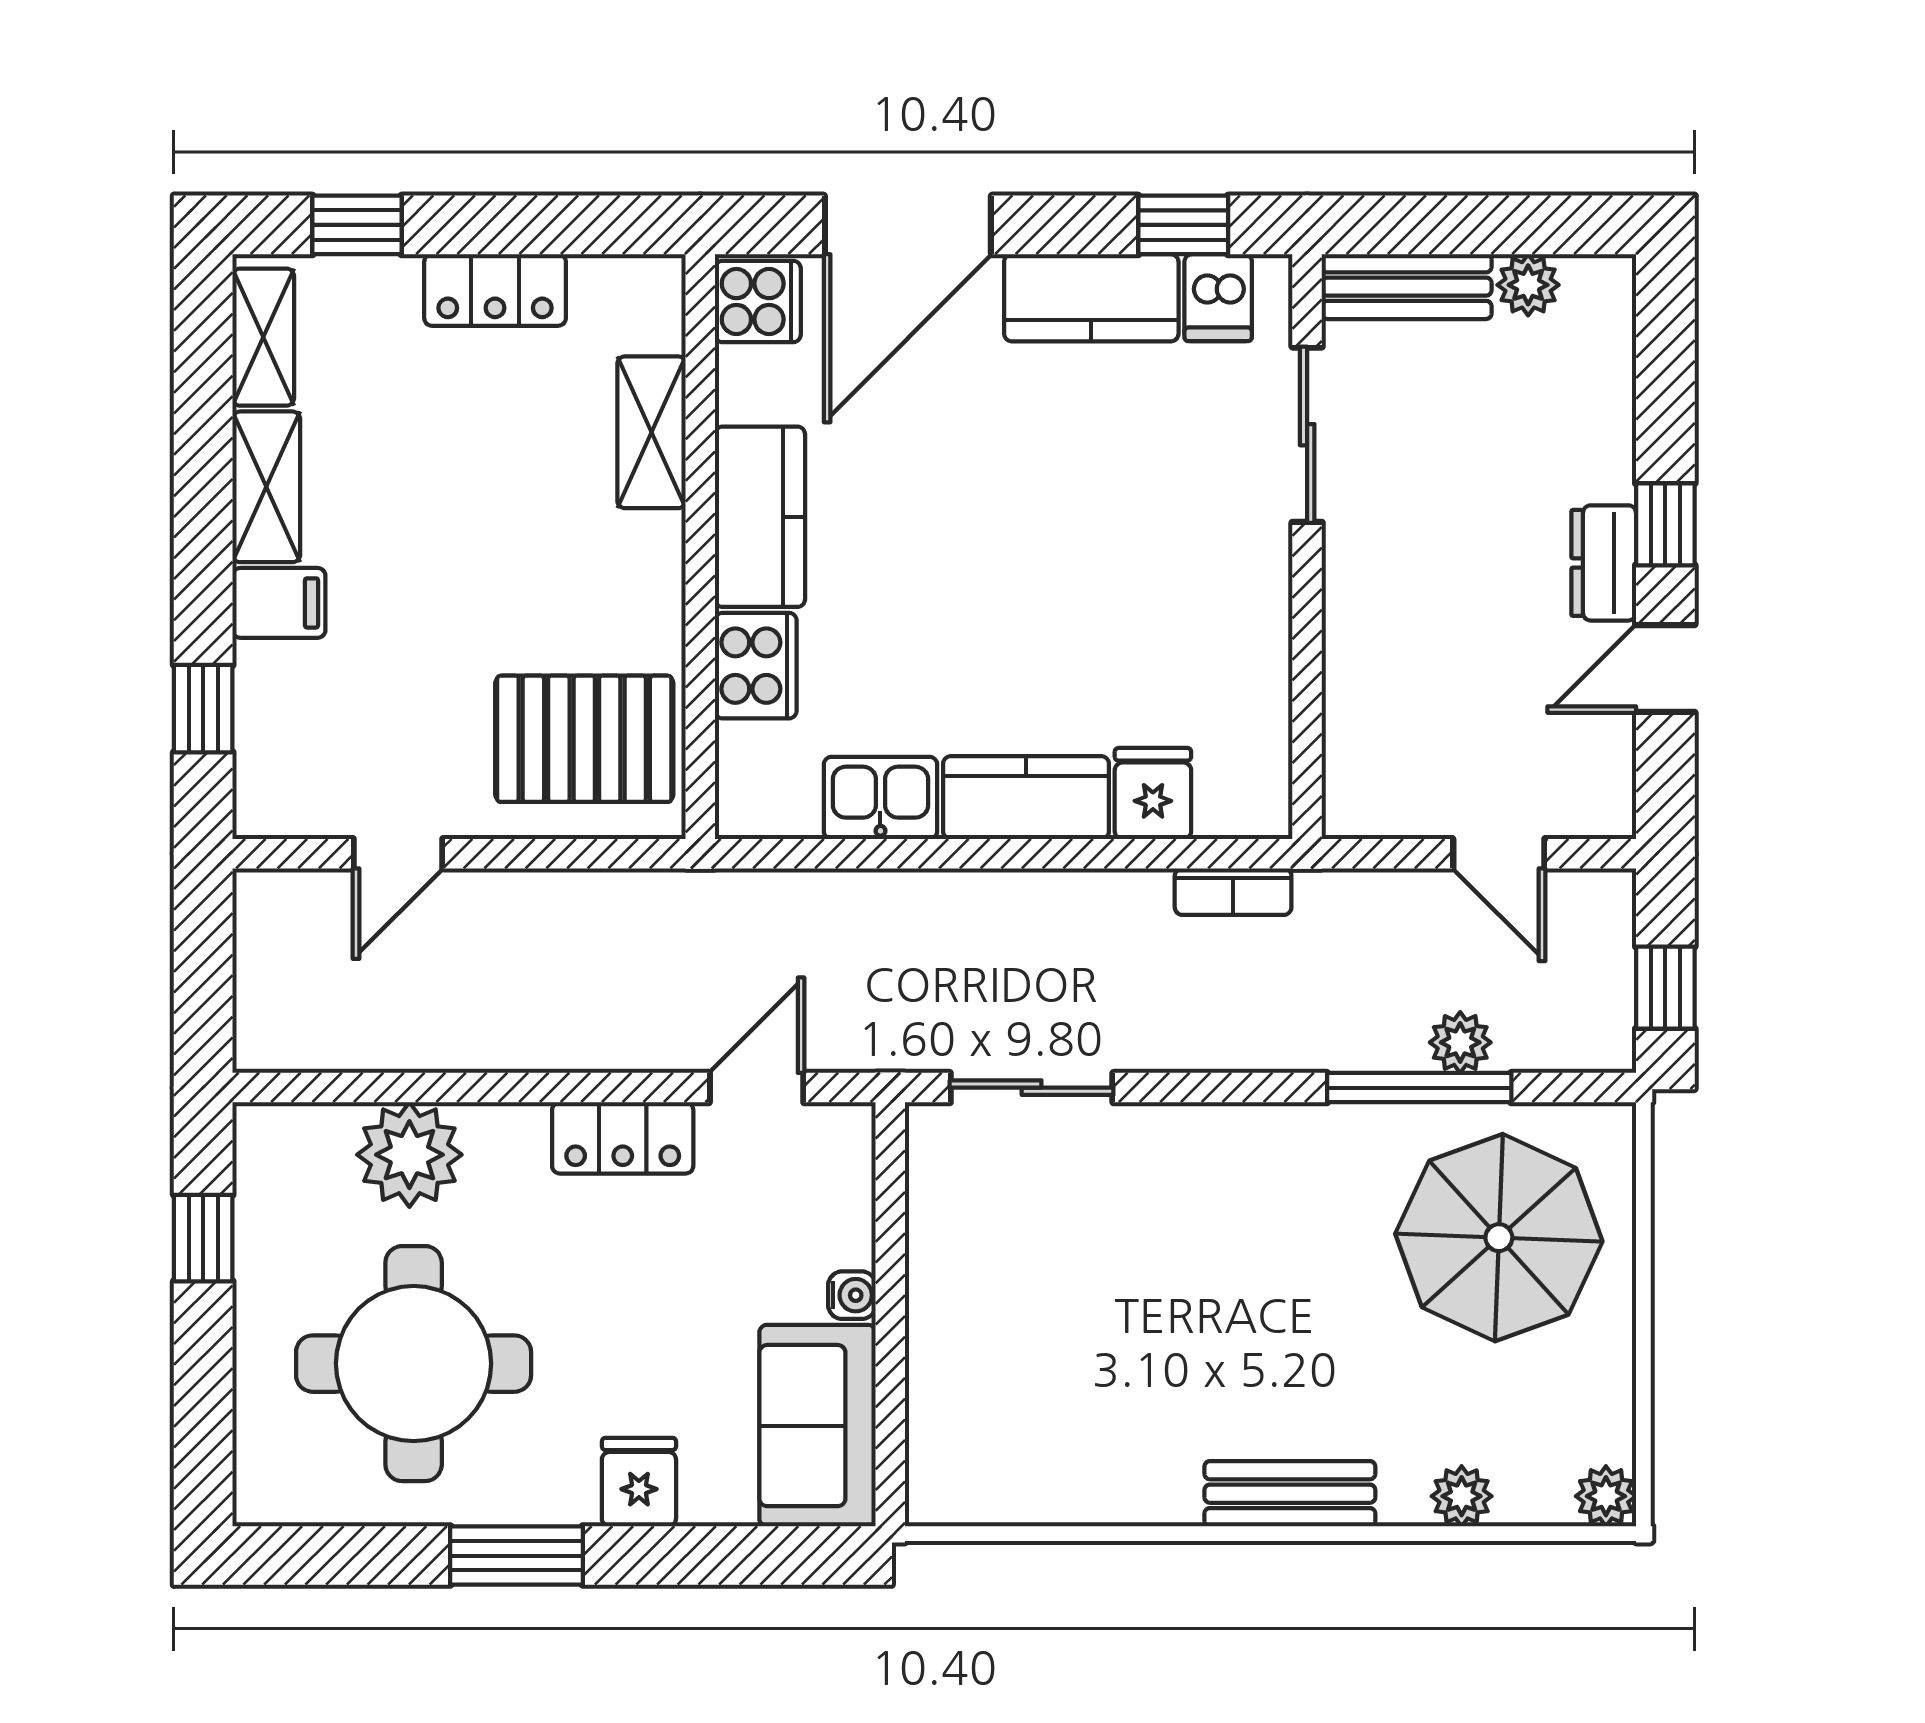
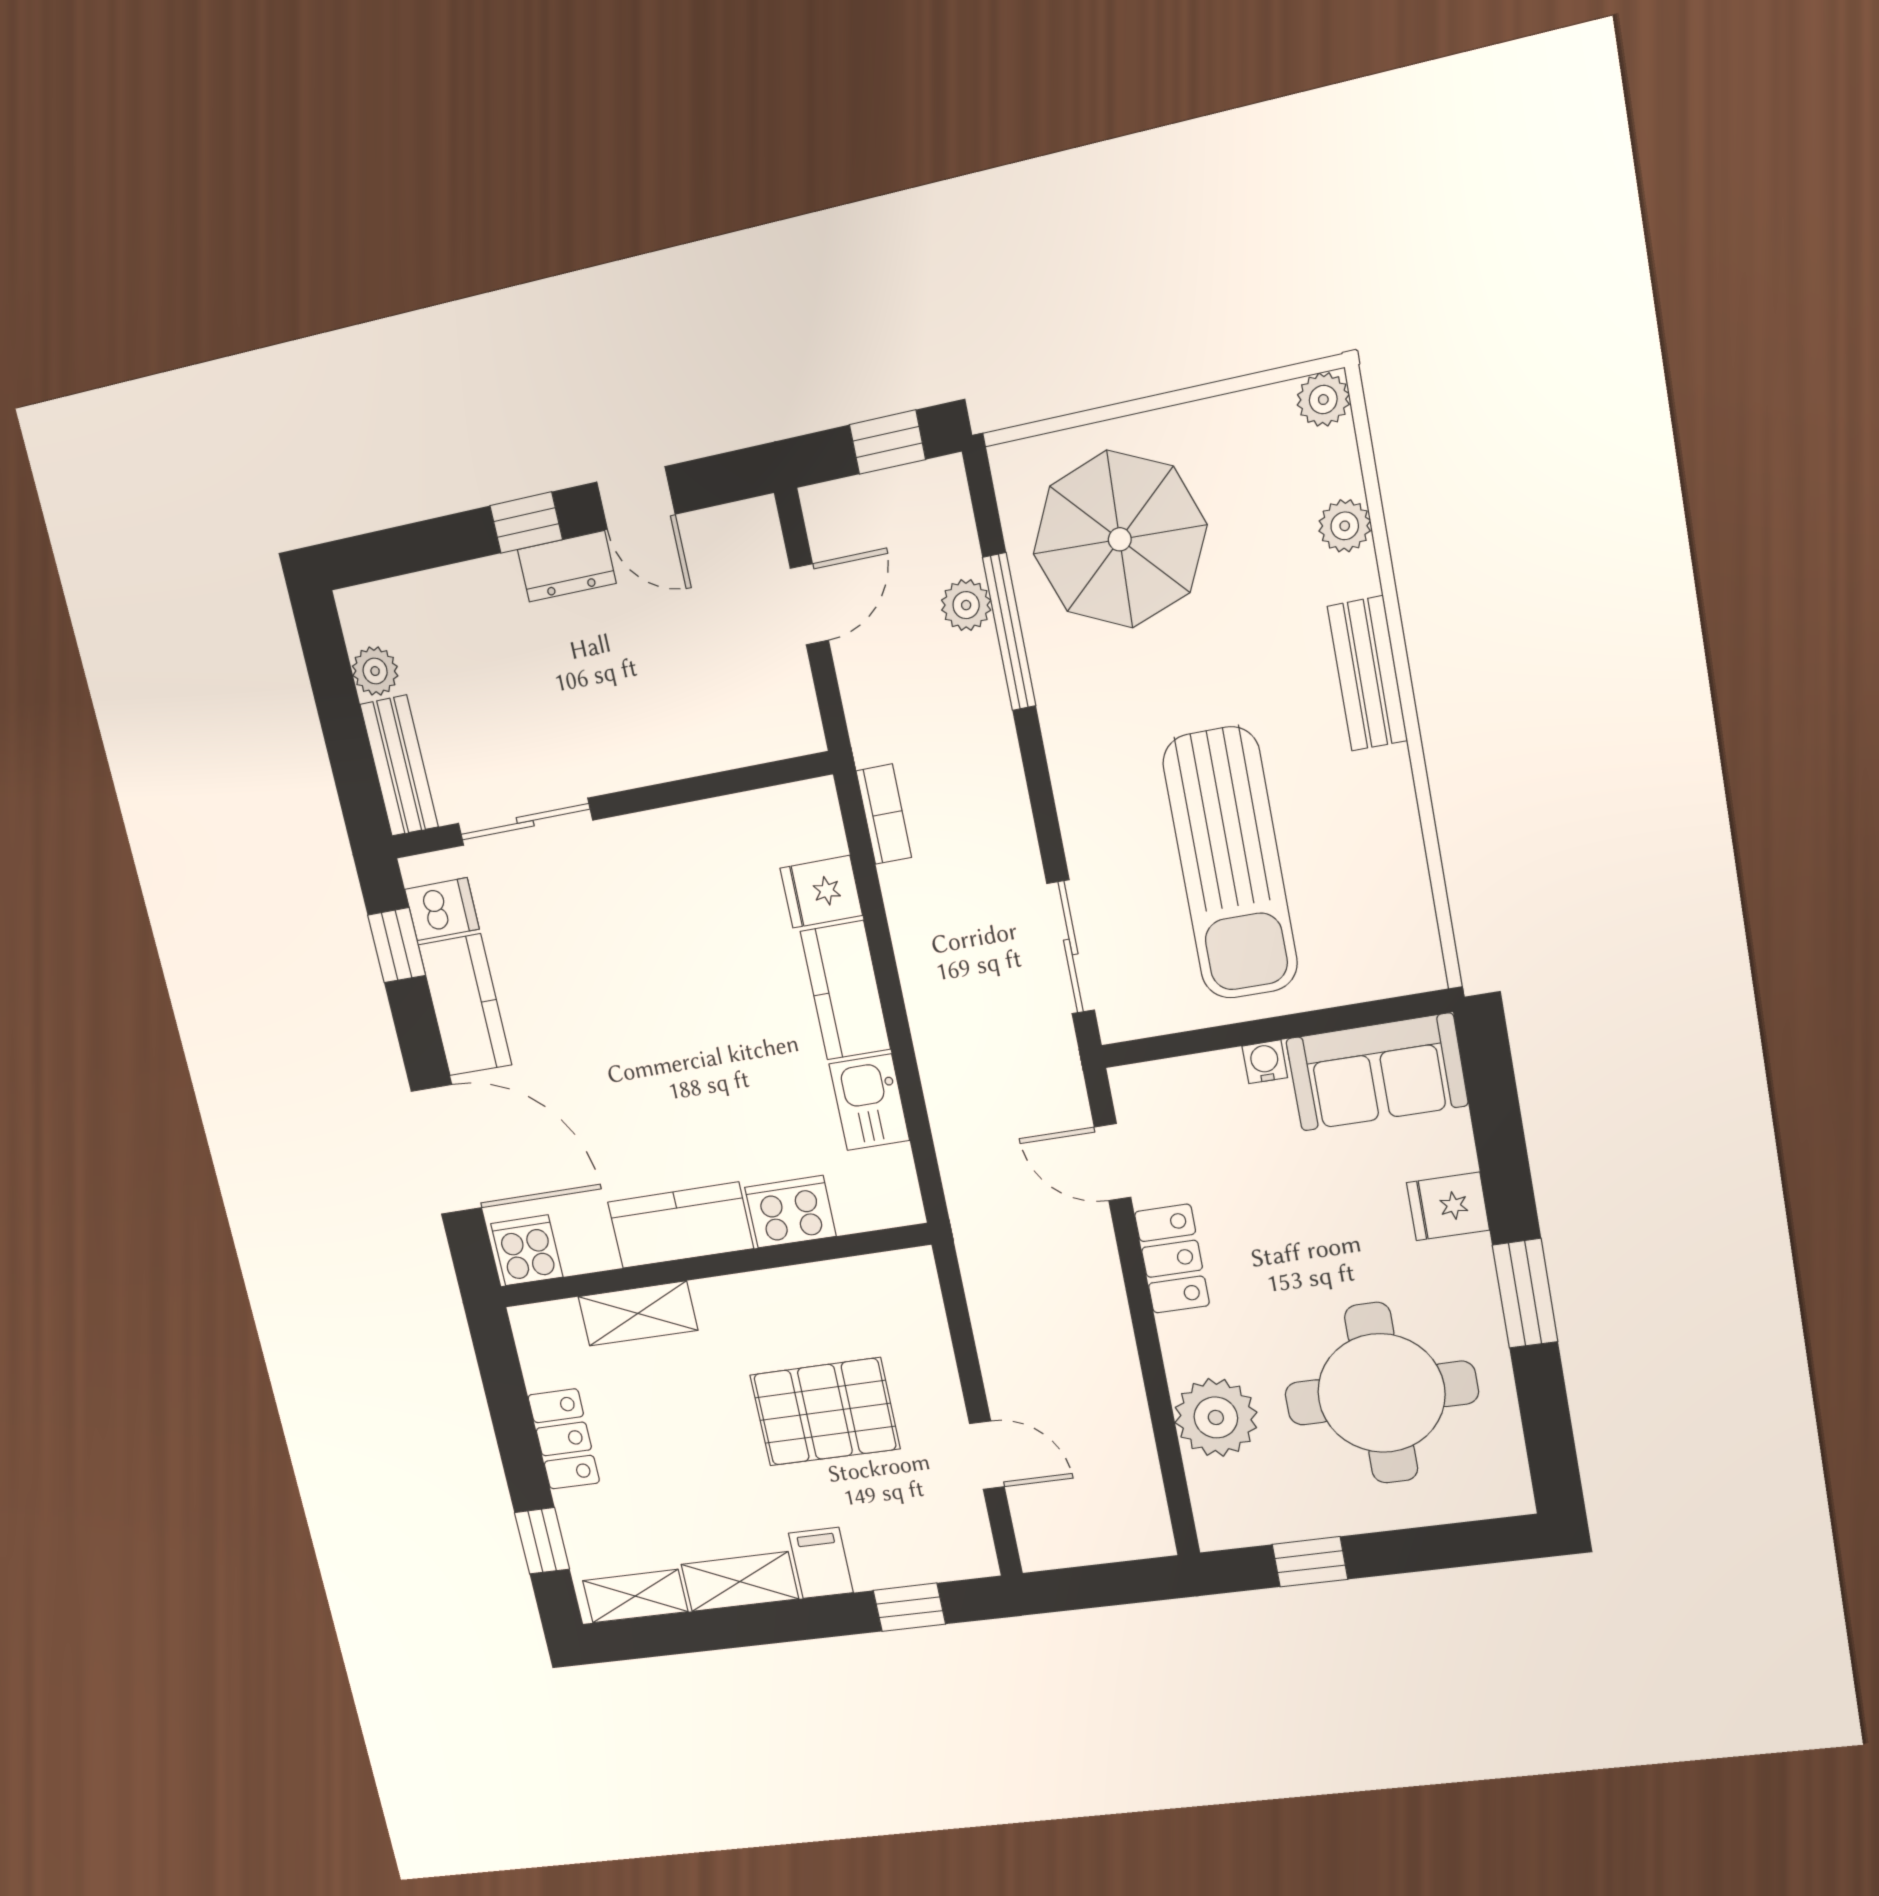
pallet: (584, 739) -> (825, 1412), moved, turned 90
sun lounger: (1098, 1297) -> (1230, 864), added

